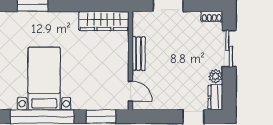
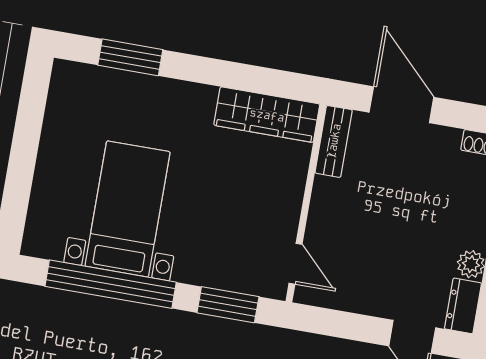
bench: (139, 54) -> (334, 141), moved

